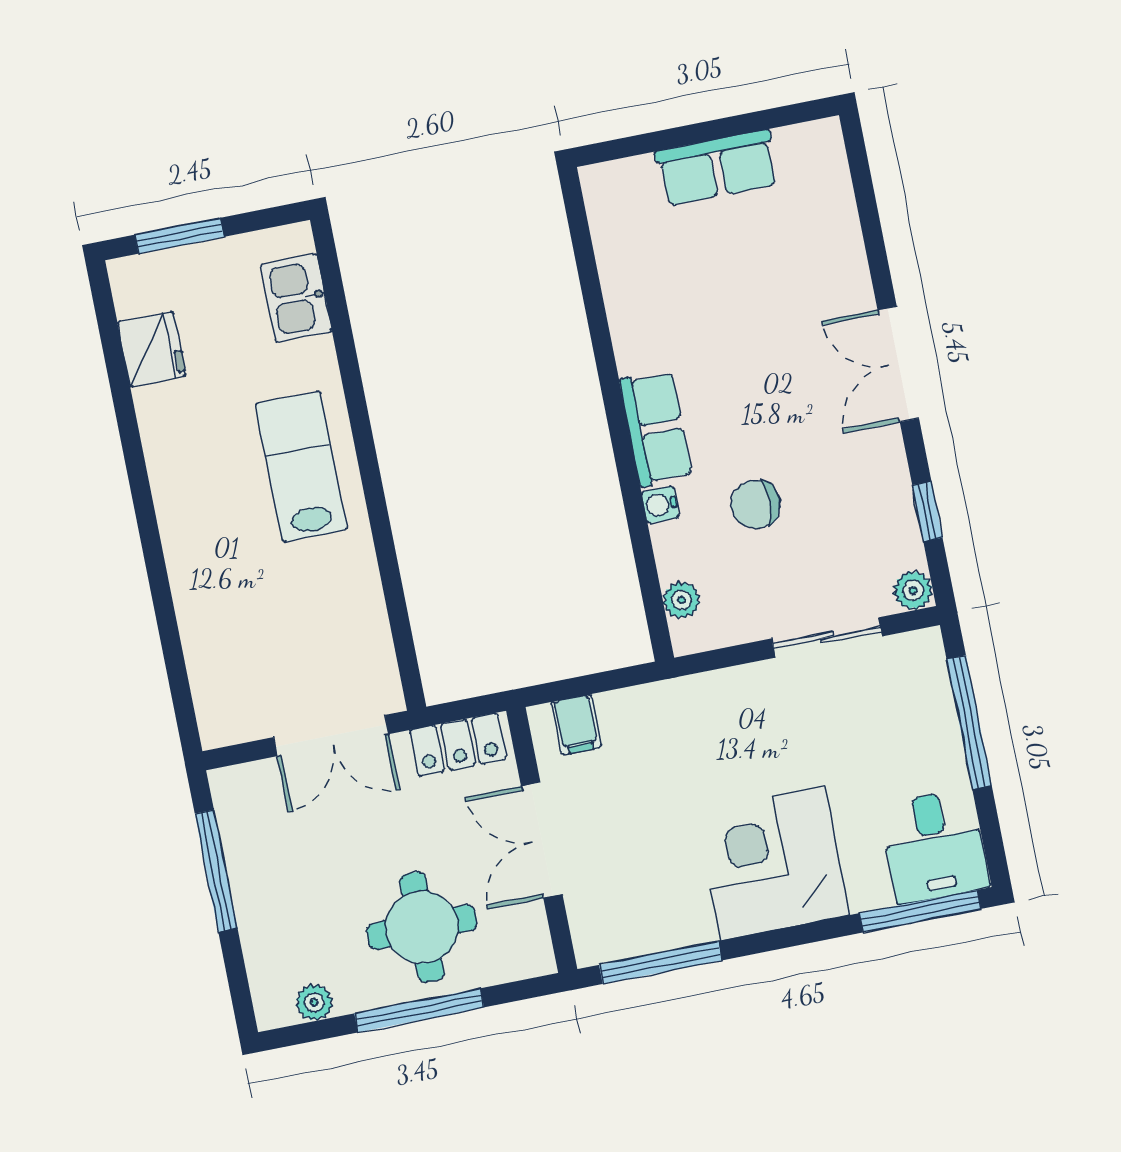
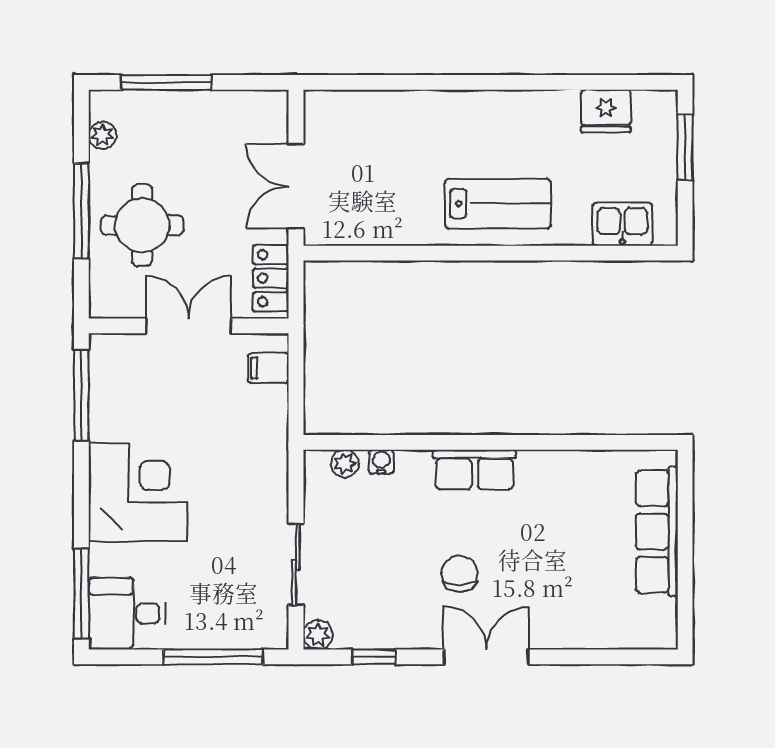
row of seats: (717, 168) -> (657, 531), width x1.48
chair: (755, 504) -> (459, 574), moved
water cooler: (660, 505) -> (381, 462), moved
window: (216, 871) -> (166, 82), moved

